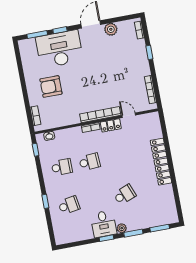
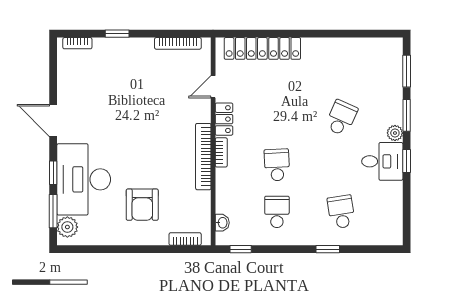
plant: (111, 29) -> (67, 227), moved
bookcase: (100, 115) -> (203, 157), moved
locker: (161, 162) -> (262, 48), moved
school desk: (125, 195) -> (341, 118), turned 45

